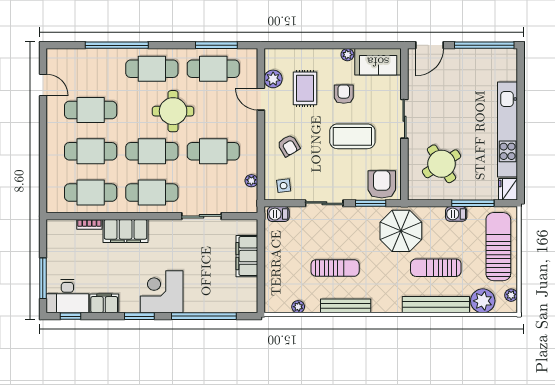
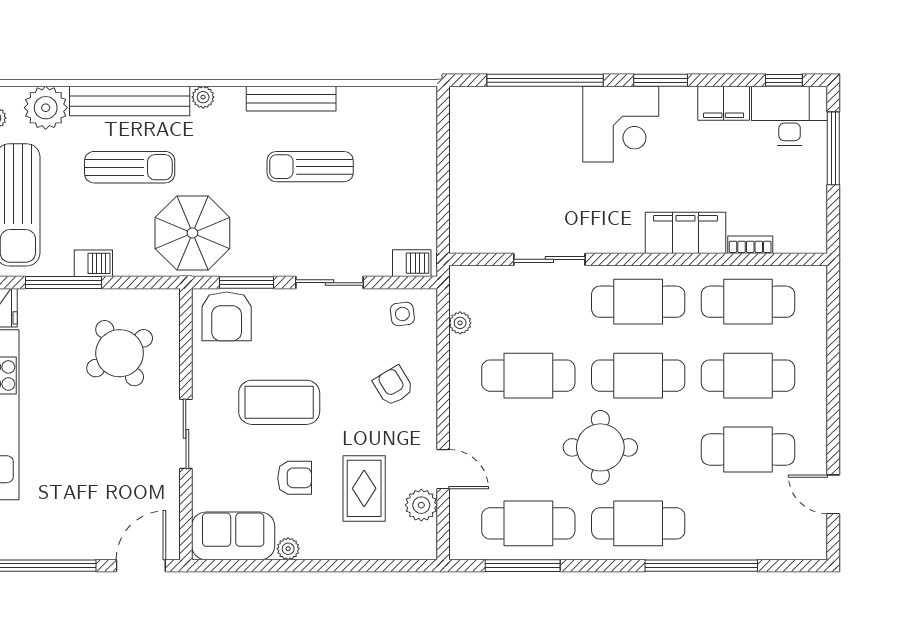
armchair: (344, 94) -> (295, 478), turned -90
filing cabinet: (247, 256) -> (468, 188), removed
plant: (298, 307) -> (203, 97), moved

